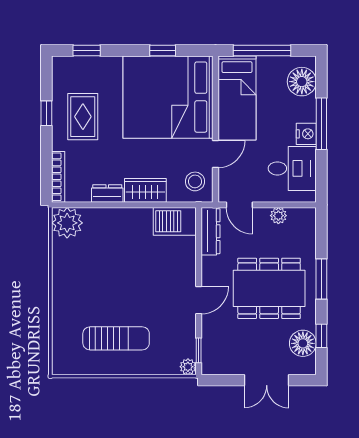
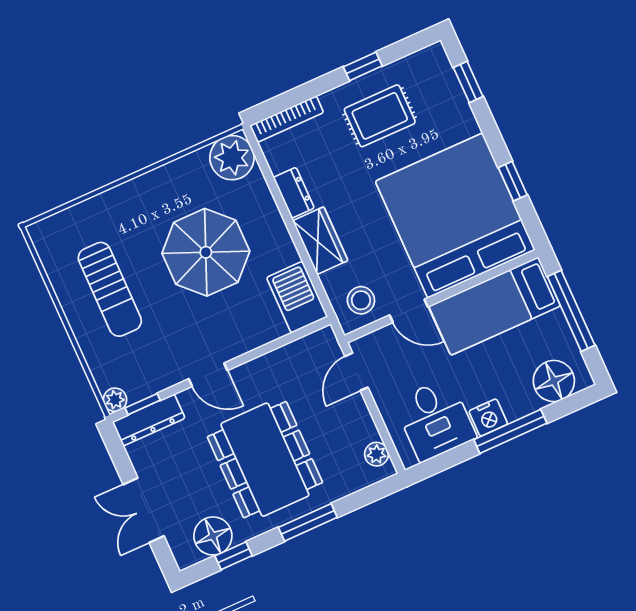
plant: (278, 216) -> (377, 454), moved
dresser: (211, 231) -> (149, 420), moved
parasol: (120, 267) -> (206, 252), added

